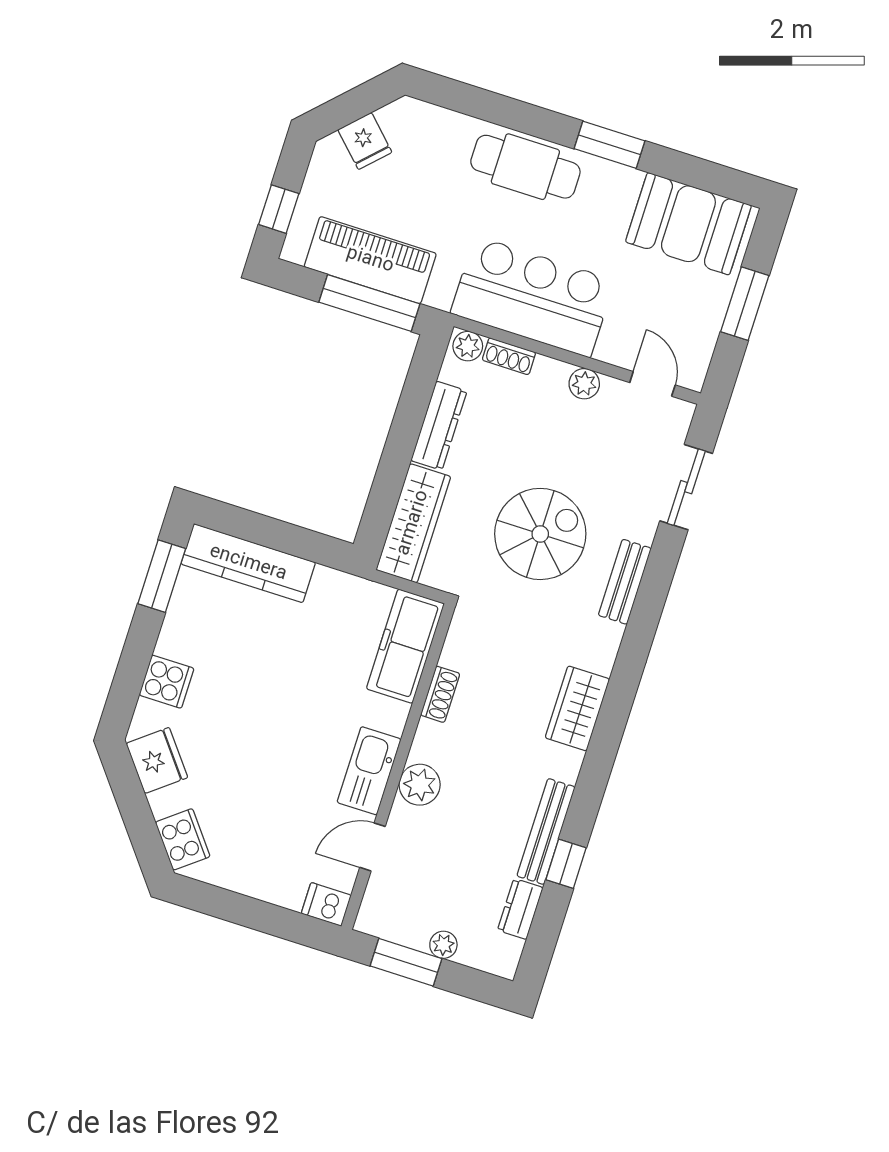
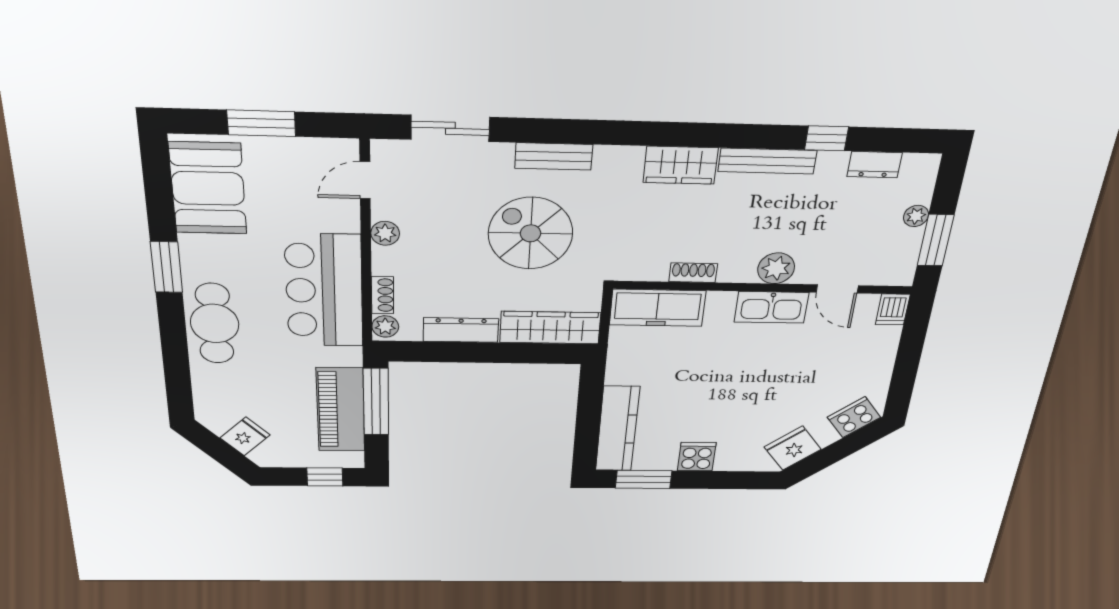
cooker: (167, 682) -> (697, 457), moved
bench: (546, 831) -> (767, 161), moved

